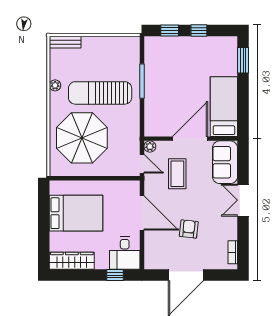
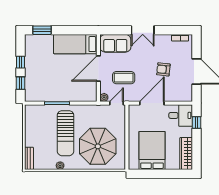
door: (190, 139) -> (98, 69), hinge flipped

